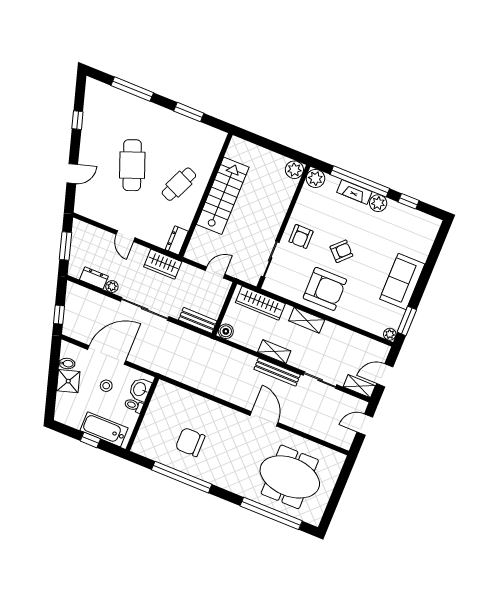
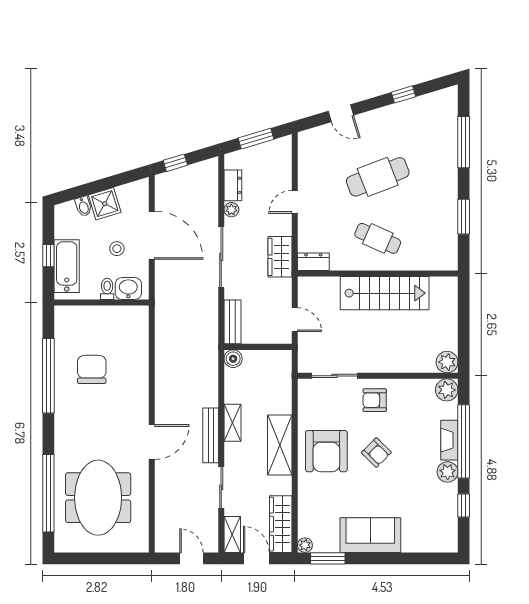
wardrobe: (260, 303) -> (281, 524), moved
shelving: (307, 320) -> (280, 445), width x1.50, depth x1.33
bidet: (67, 364) -> (83, 206), moved

